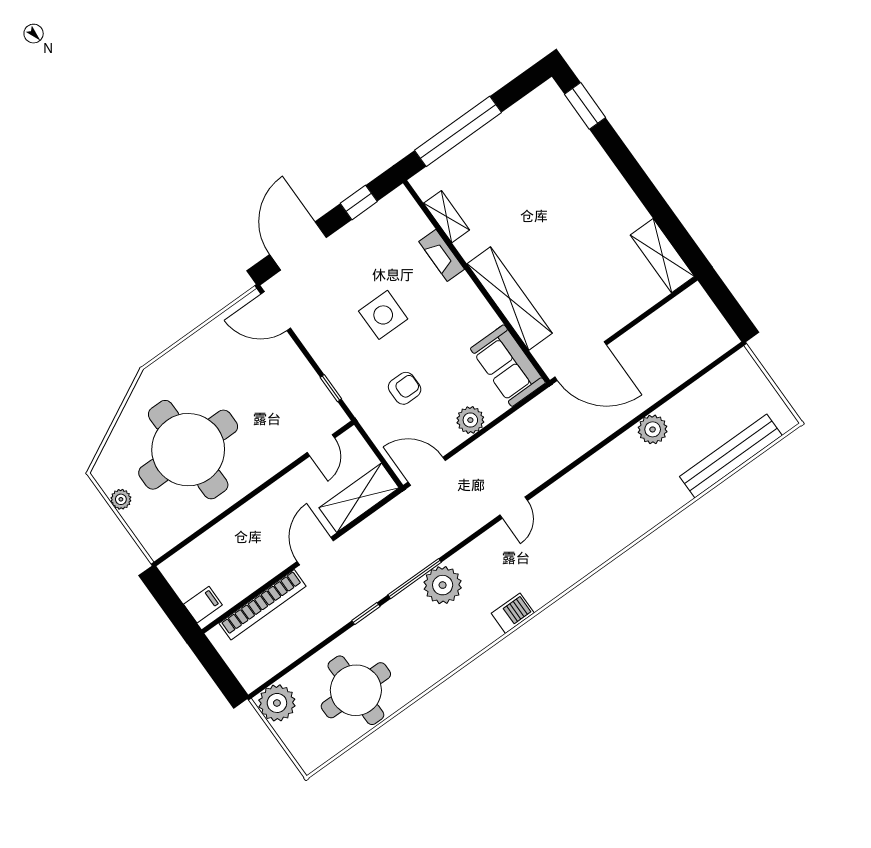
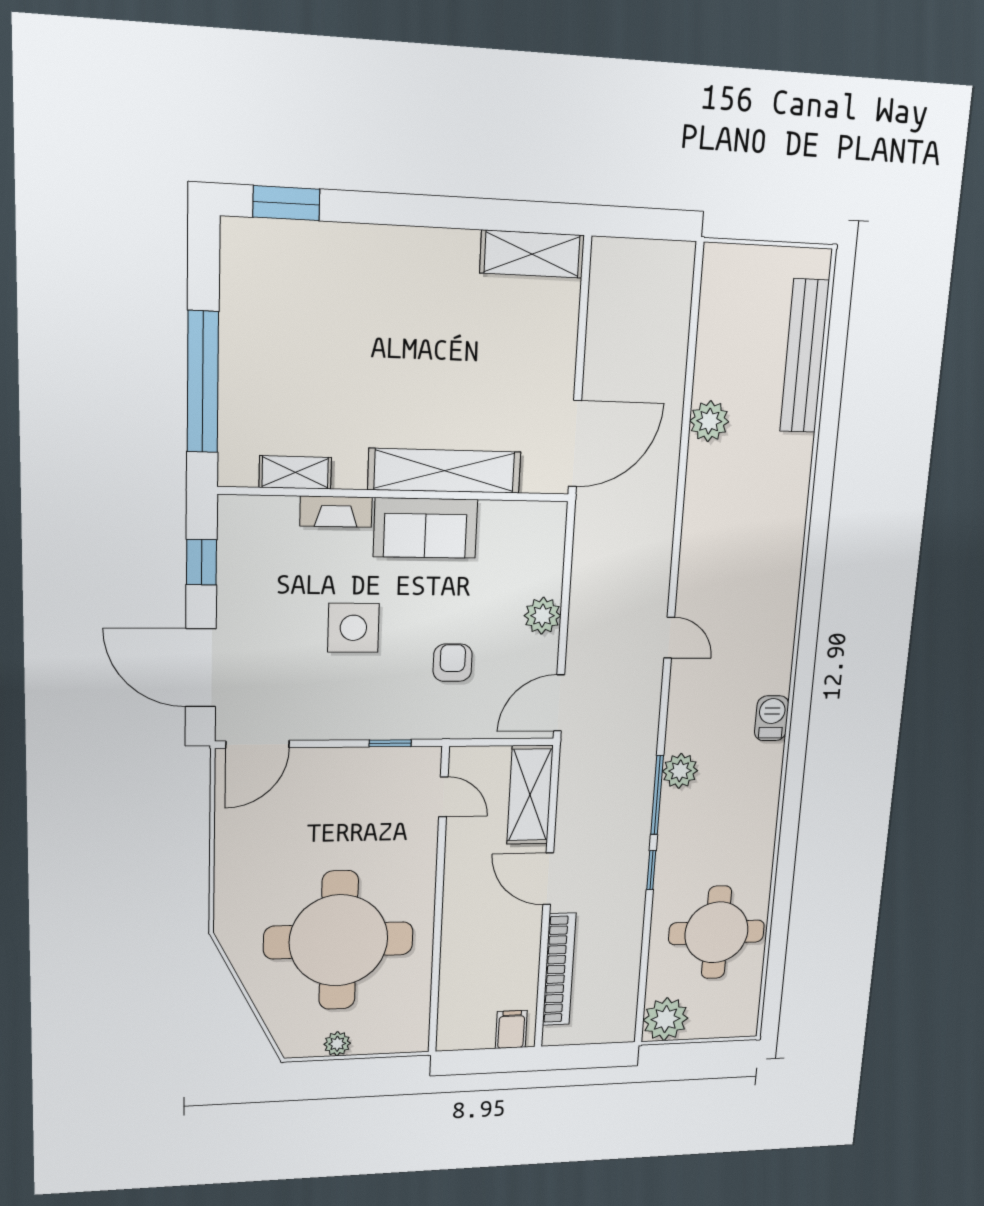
sofa: (508, 366) -> (425, 528), moved
plant: (443, 585) -> (680, 771), width x0.73, depth x0.73

